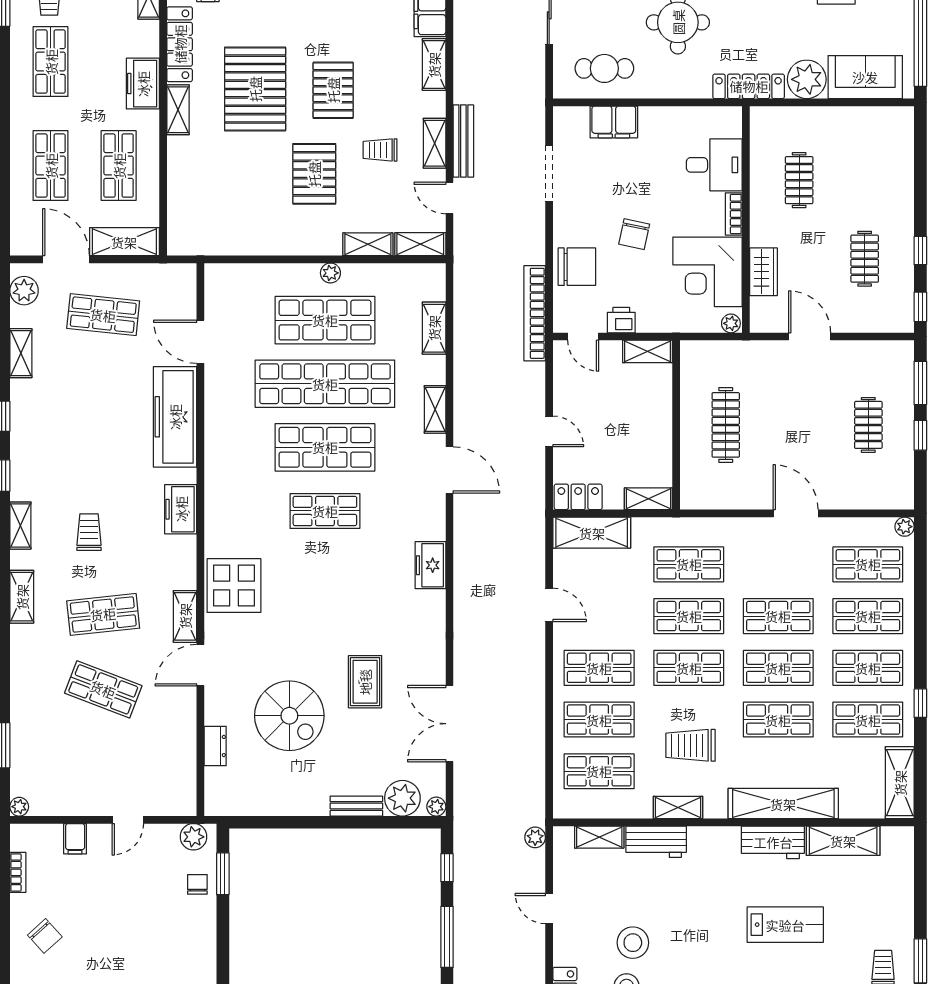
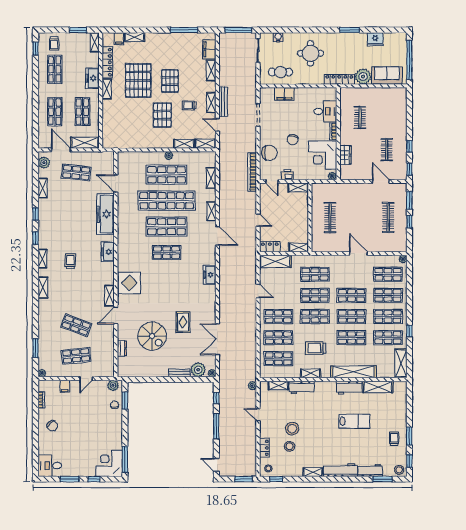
door: (810, 336) -> (381, 181), moved
clothes rail: (868, 425) -> (388, 217), width x1.36
shop shelf: (103, 614) -> (76, 356), moved

